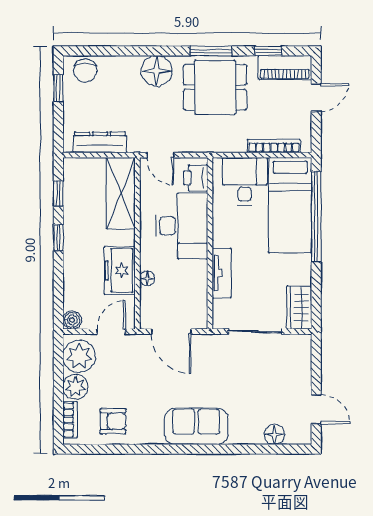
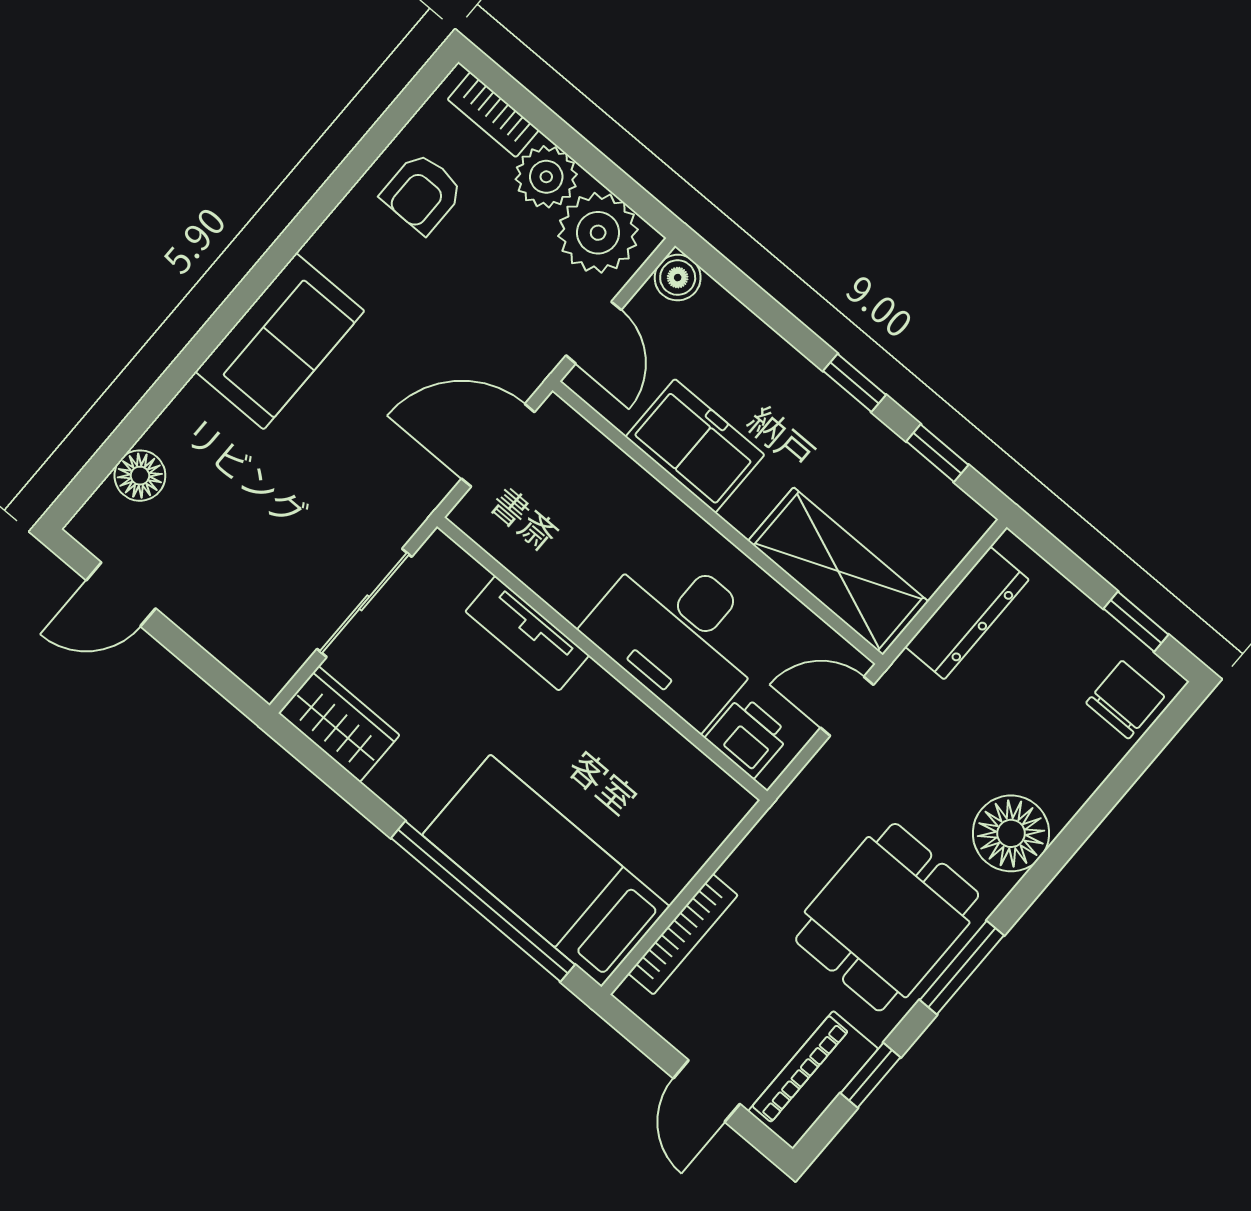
chair: (85, 71) -> (1125, 700), turned 90
desk: (245, 181) -> (663, 823), removed
floor lamp: (147, 278) -> (636, 485), removed

